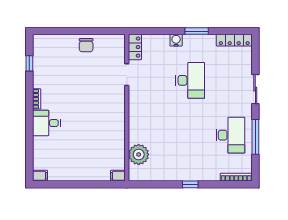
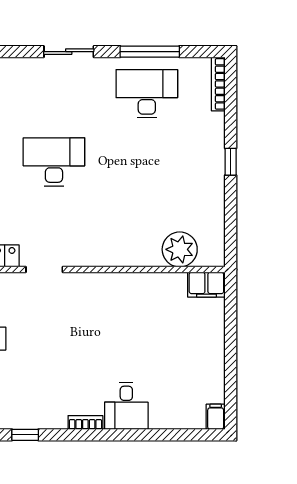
filing cabinet: (118, 176) -> (206, 285), width x2.00

